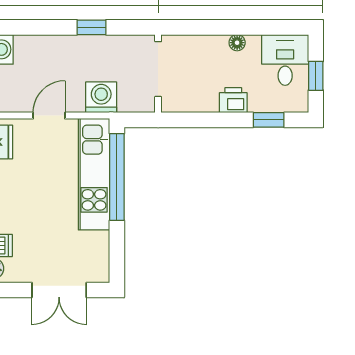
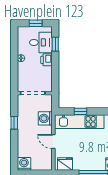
desk: (285, 60) -> (41, 42), moved, turned 180
window: (117, 177) -> (81, 111), width x0.32

